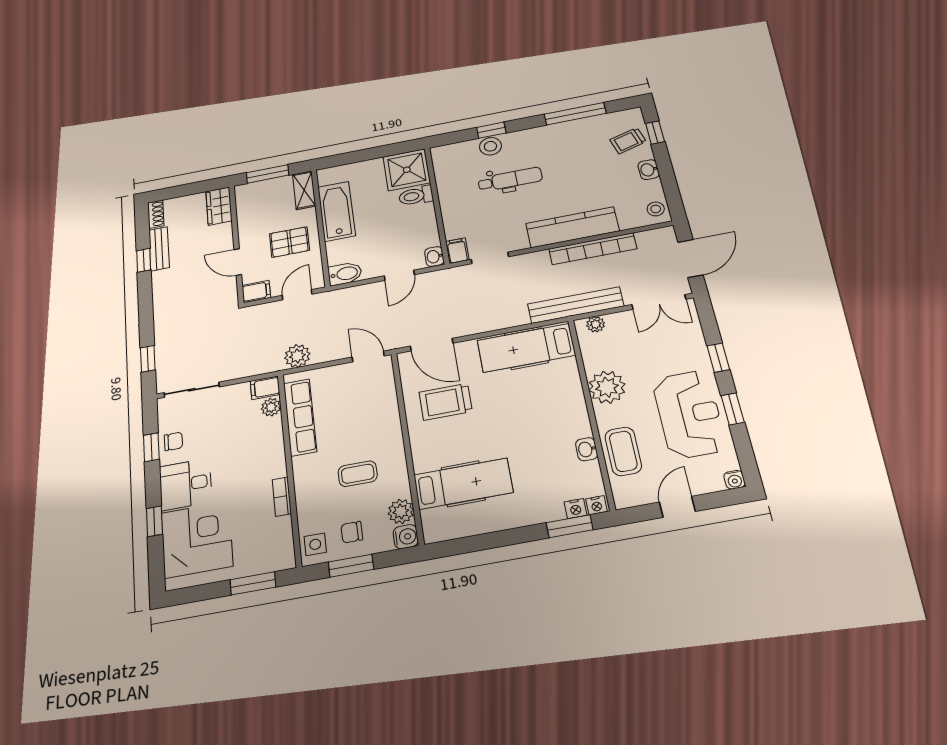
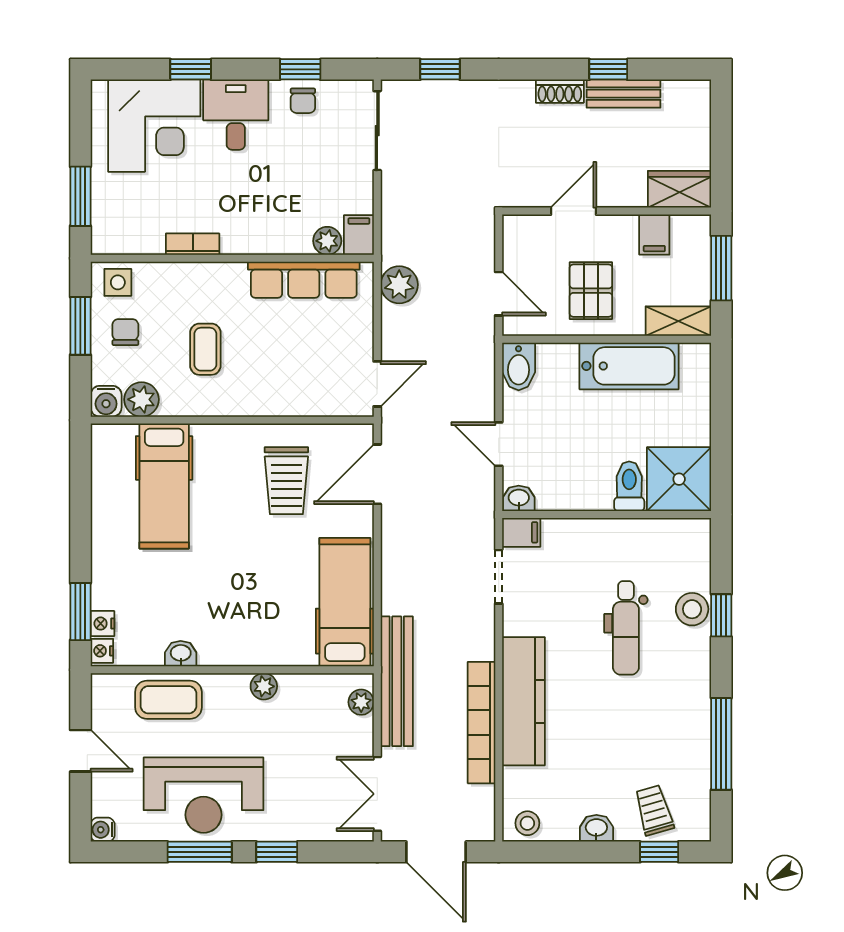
shoe rack: (156, 214) -> (560, 91), moved
filing cabinet: (256, 291) -> (654, 235), moved
plant: (607, 387) -> (264, 686), width x0.53, depth x0.53
trolley: (446, 402) -> (286, 481), turned 180
window: (733, 409) -> (200, 852), width x1.50

